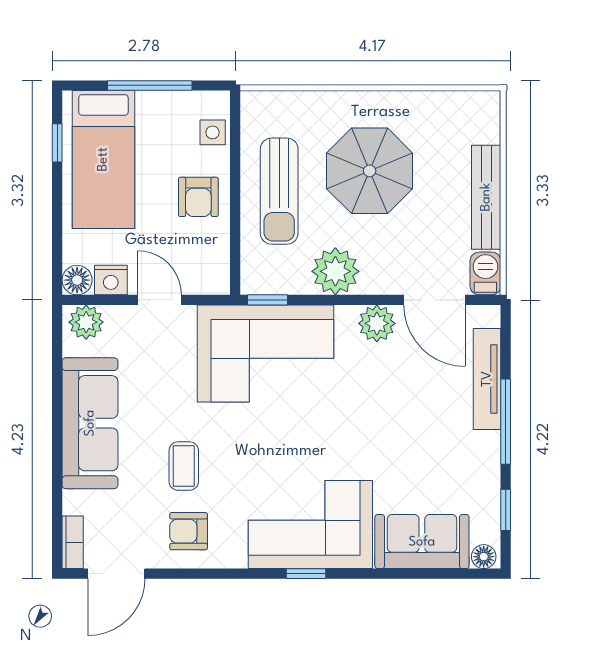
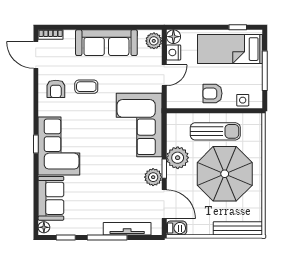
parasol: (370, 171) -> (225, 174), width x1.36, depth x1.36
sun lounger: (279, 191) -> (215, 131), turned 180
bench: (486, 197) -> (238, 228), moved
window: (268, 300) -> (164, 169), moved
door: (434, 300) -> (164, 204), swing flipped
armchair: (189, 531) -> (56, 89), turned 180

